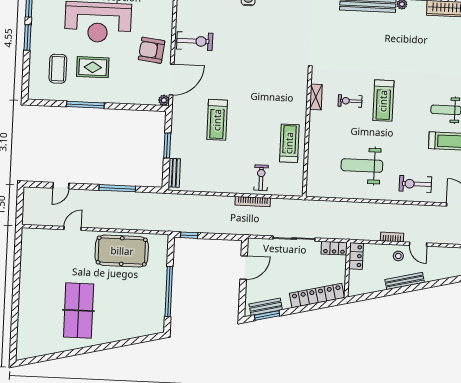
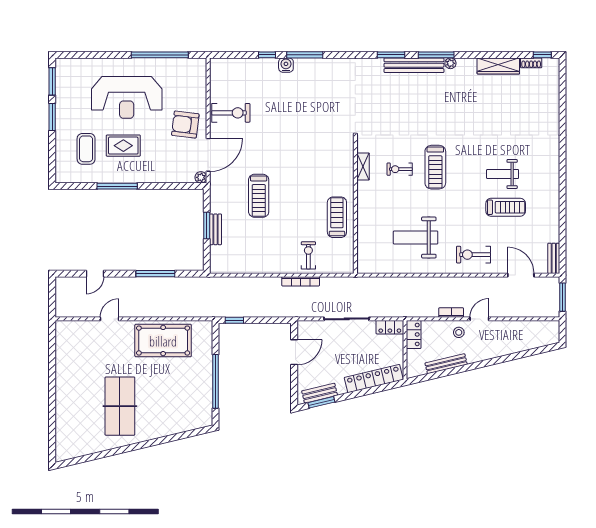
bench: (174, 173) -> (215, 229), moved
door: (418, 244) -> (479, 319), swing flipped
bench: (405, 281) -> (446, 364), moved

